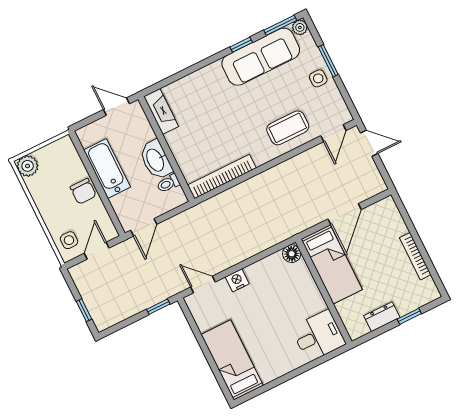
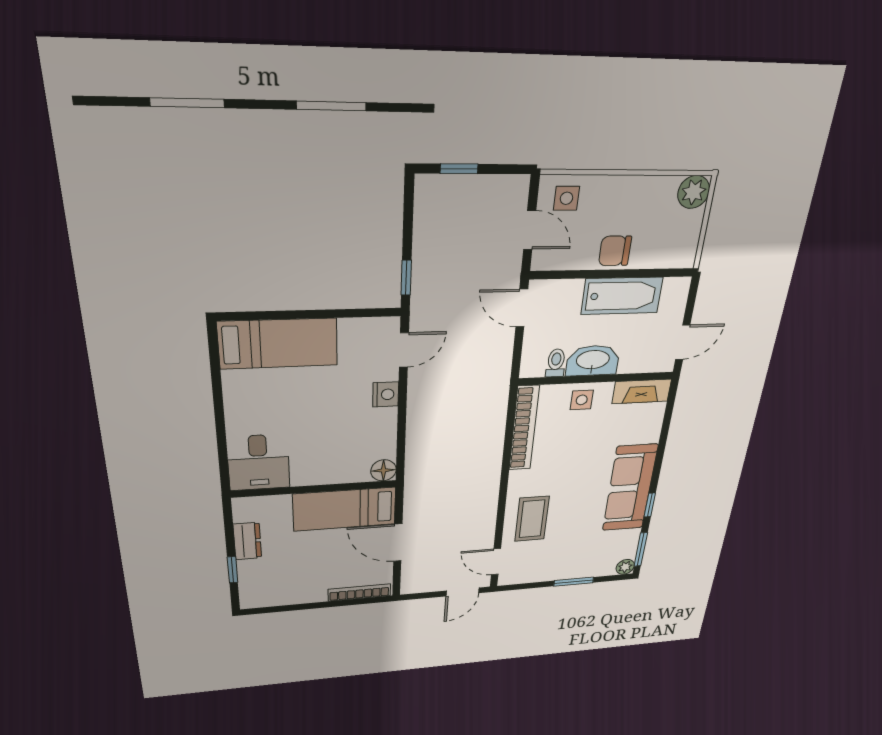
sofa: (261, 57) -> (630, 488), moved
side table: (318, 78) -> (582, 400), moved
bookcase: (415, 256) -> (359, 592), moved

